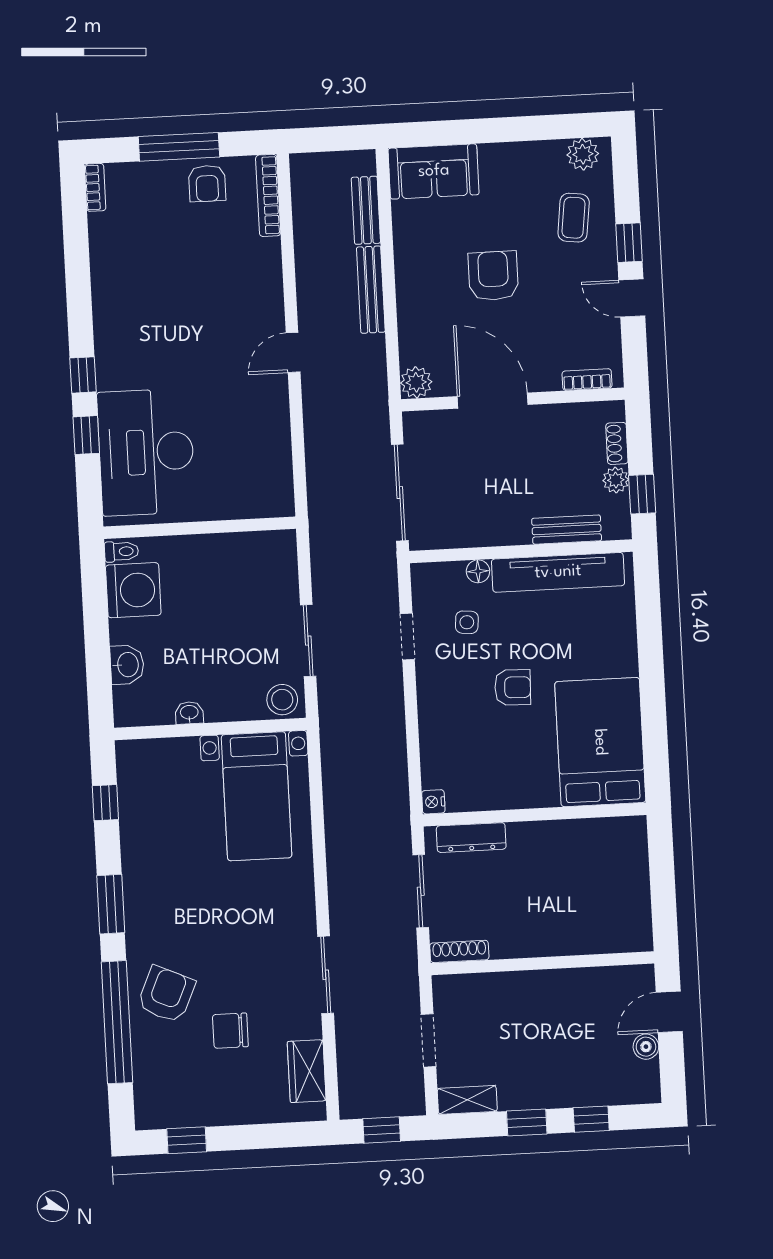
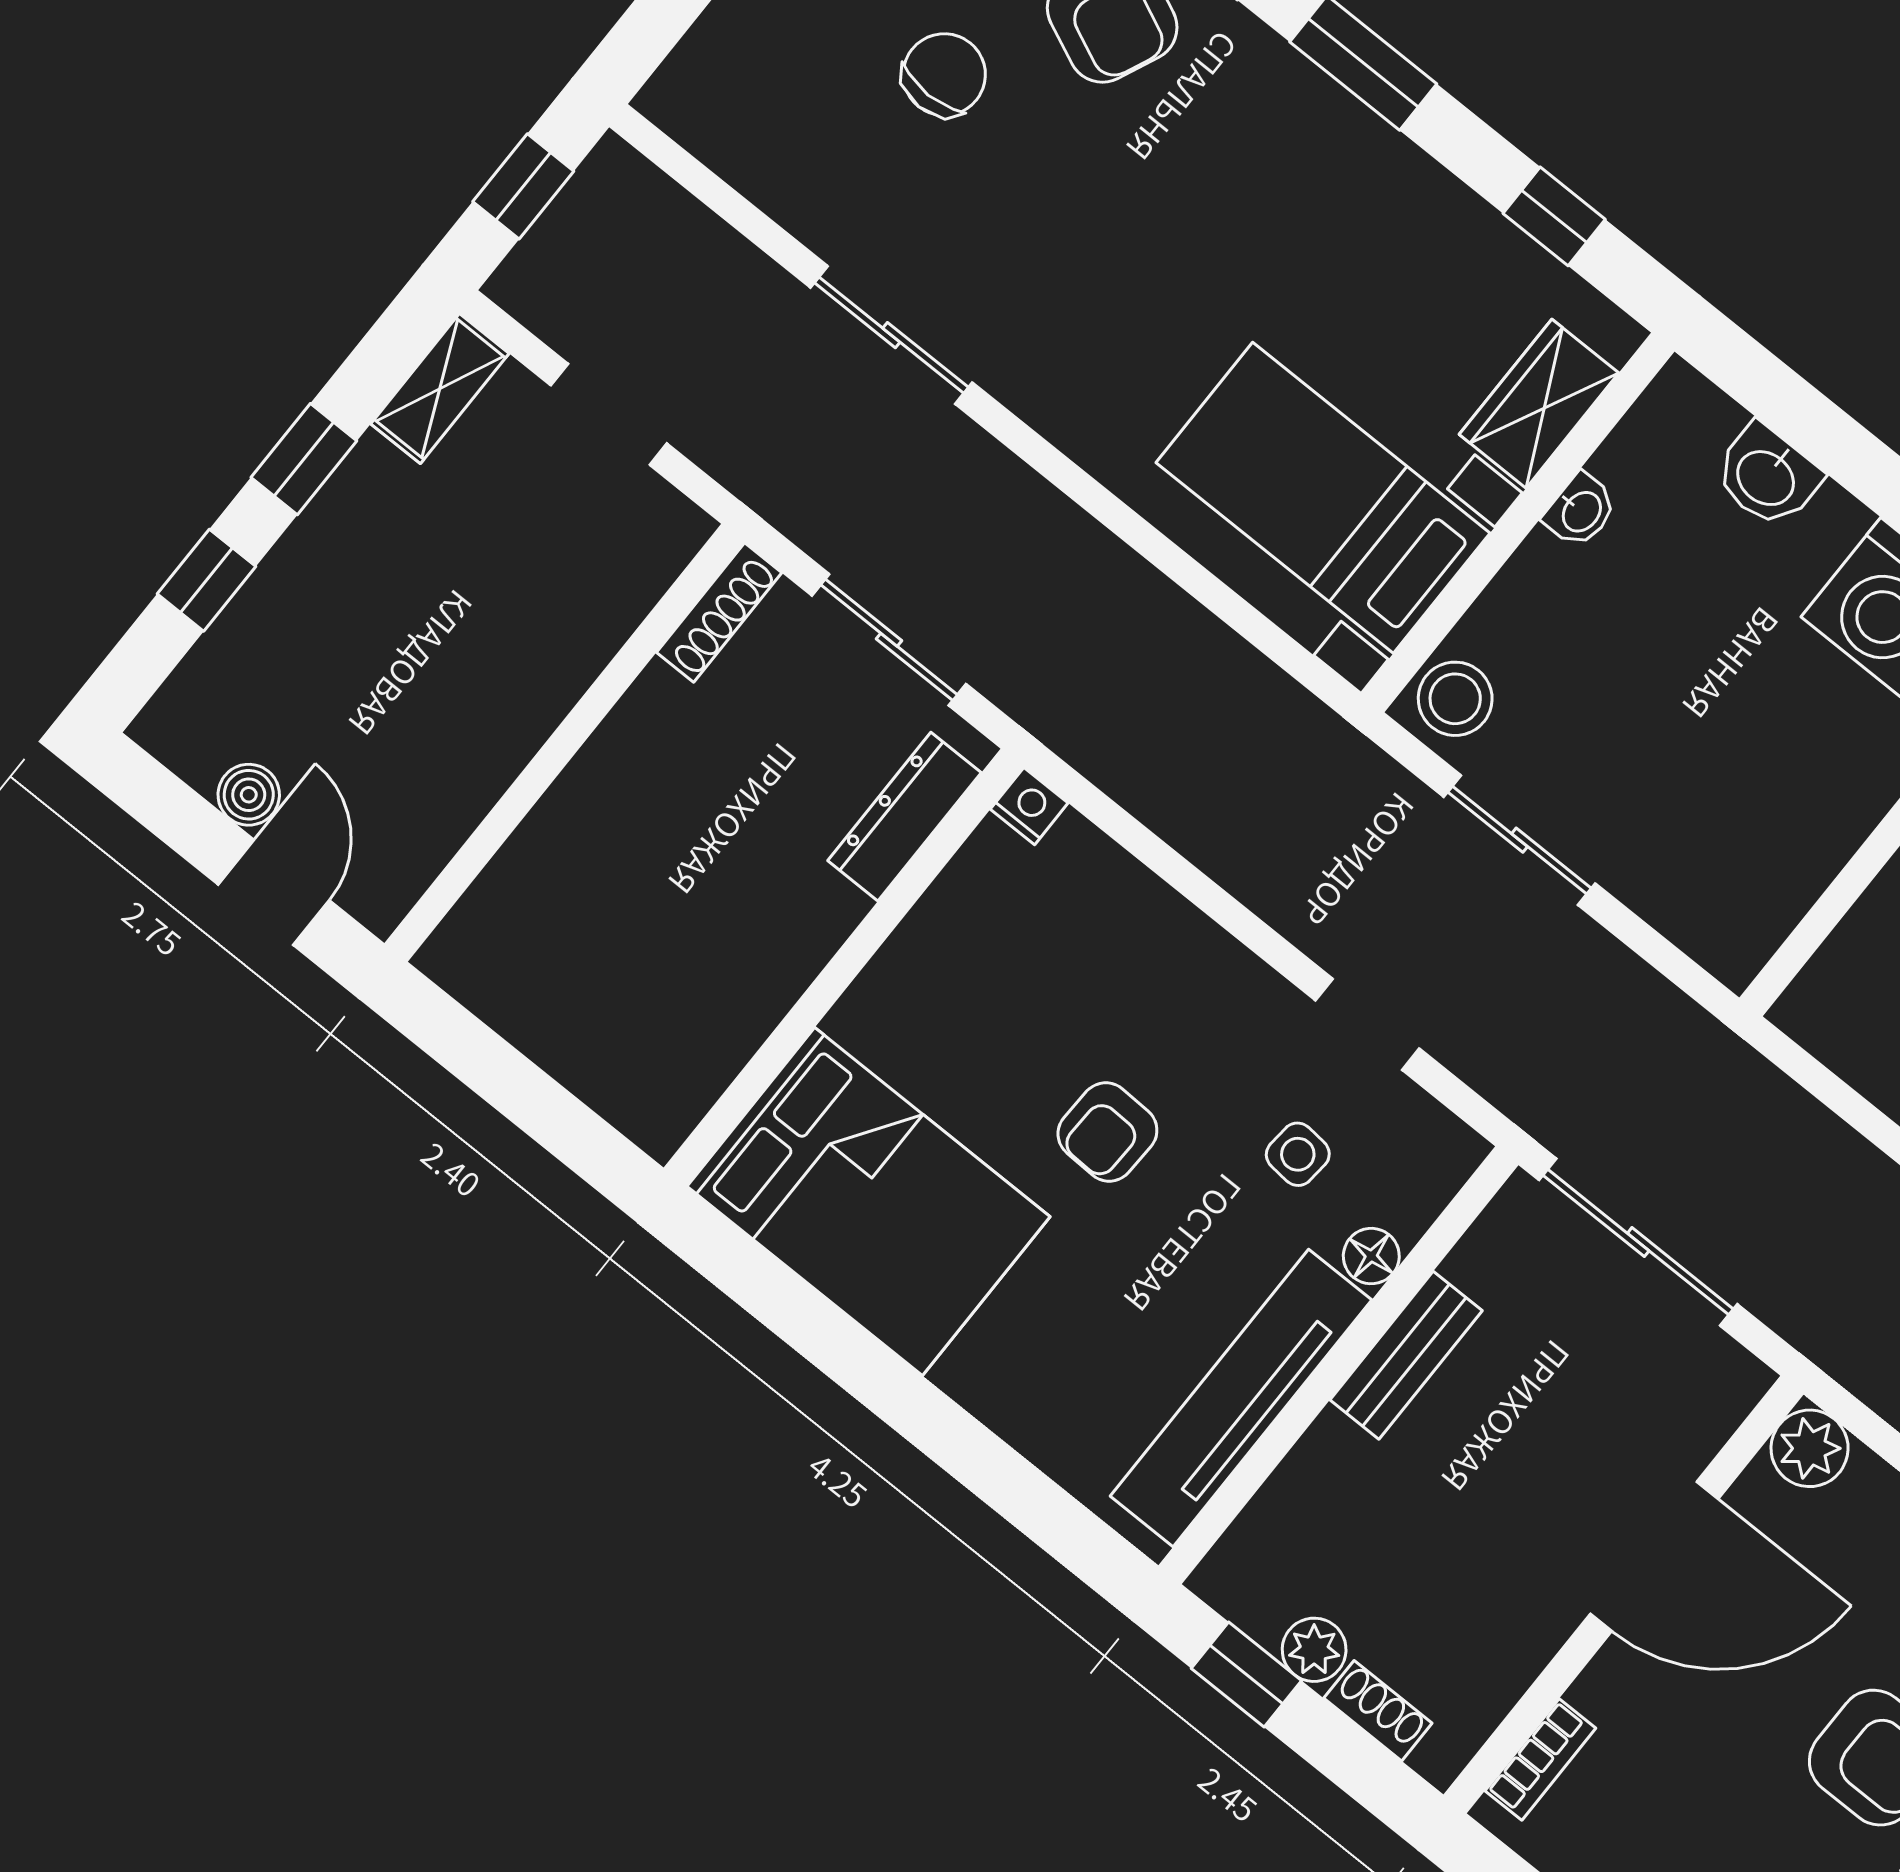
bench: (567, 530) -> (1406, 1355), moved
wardrobe: (307, 1071) -> (1539, 404), moved, turned -90

